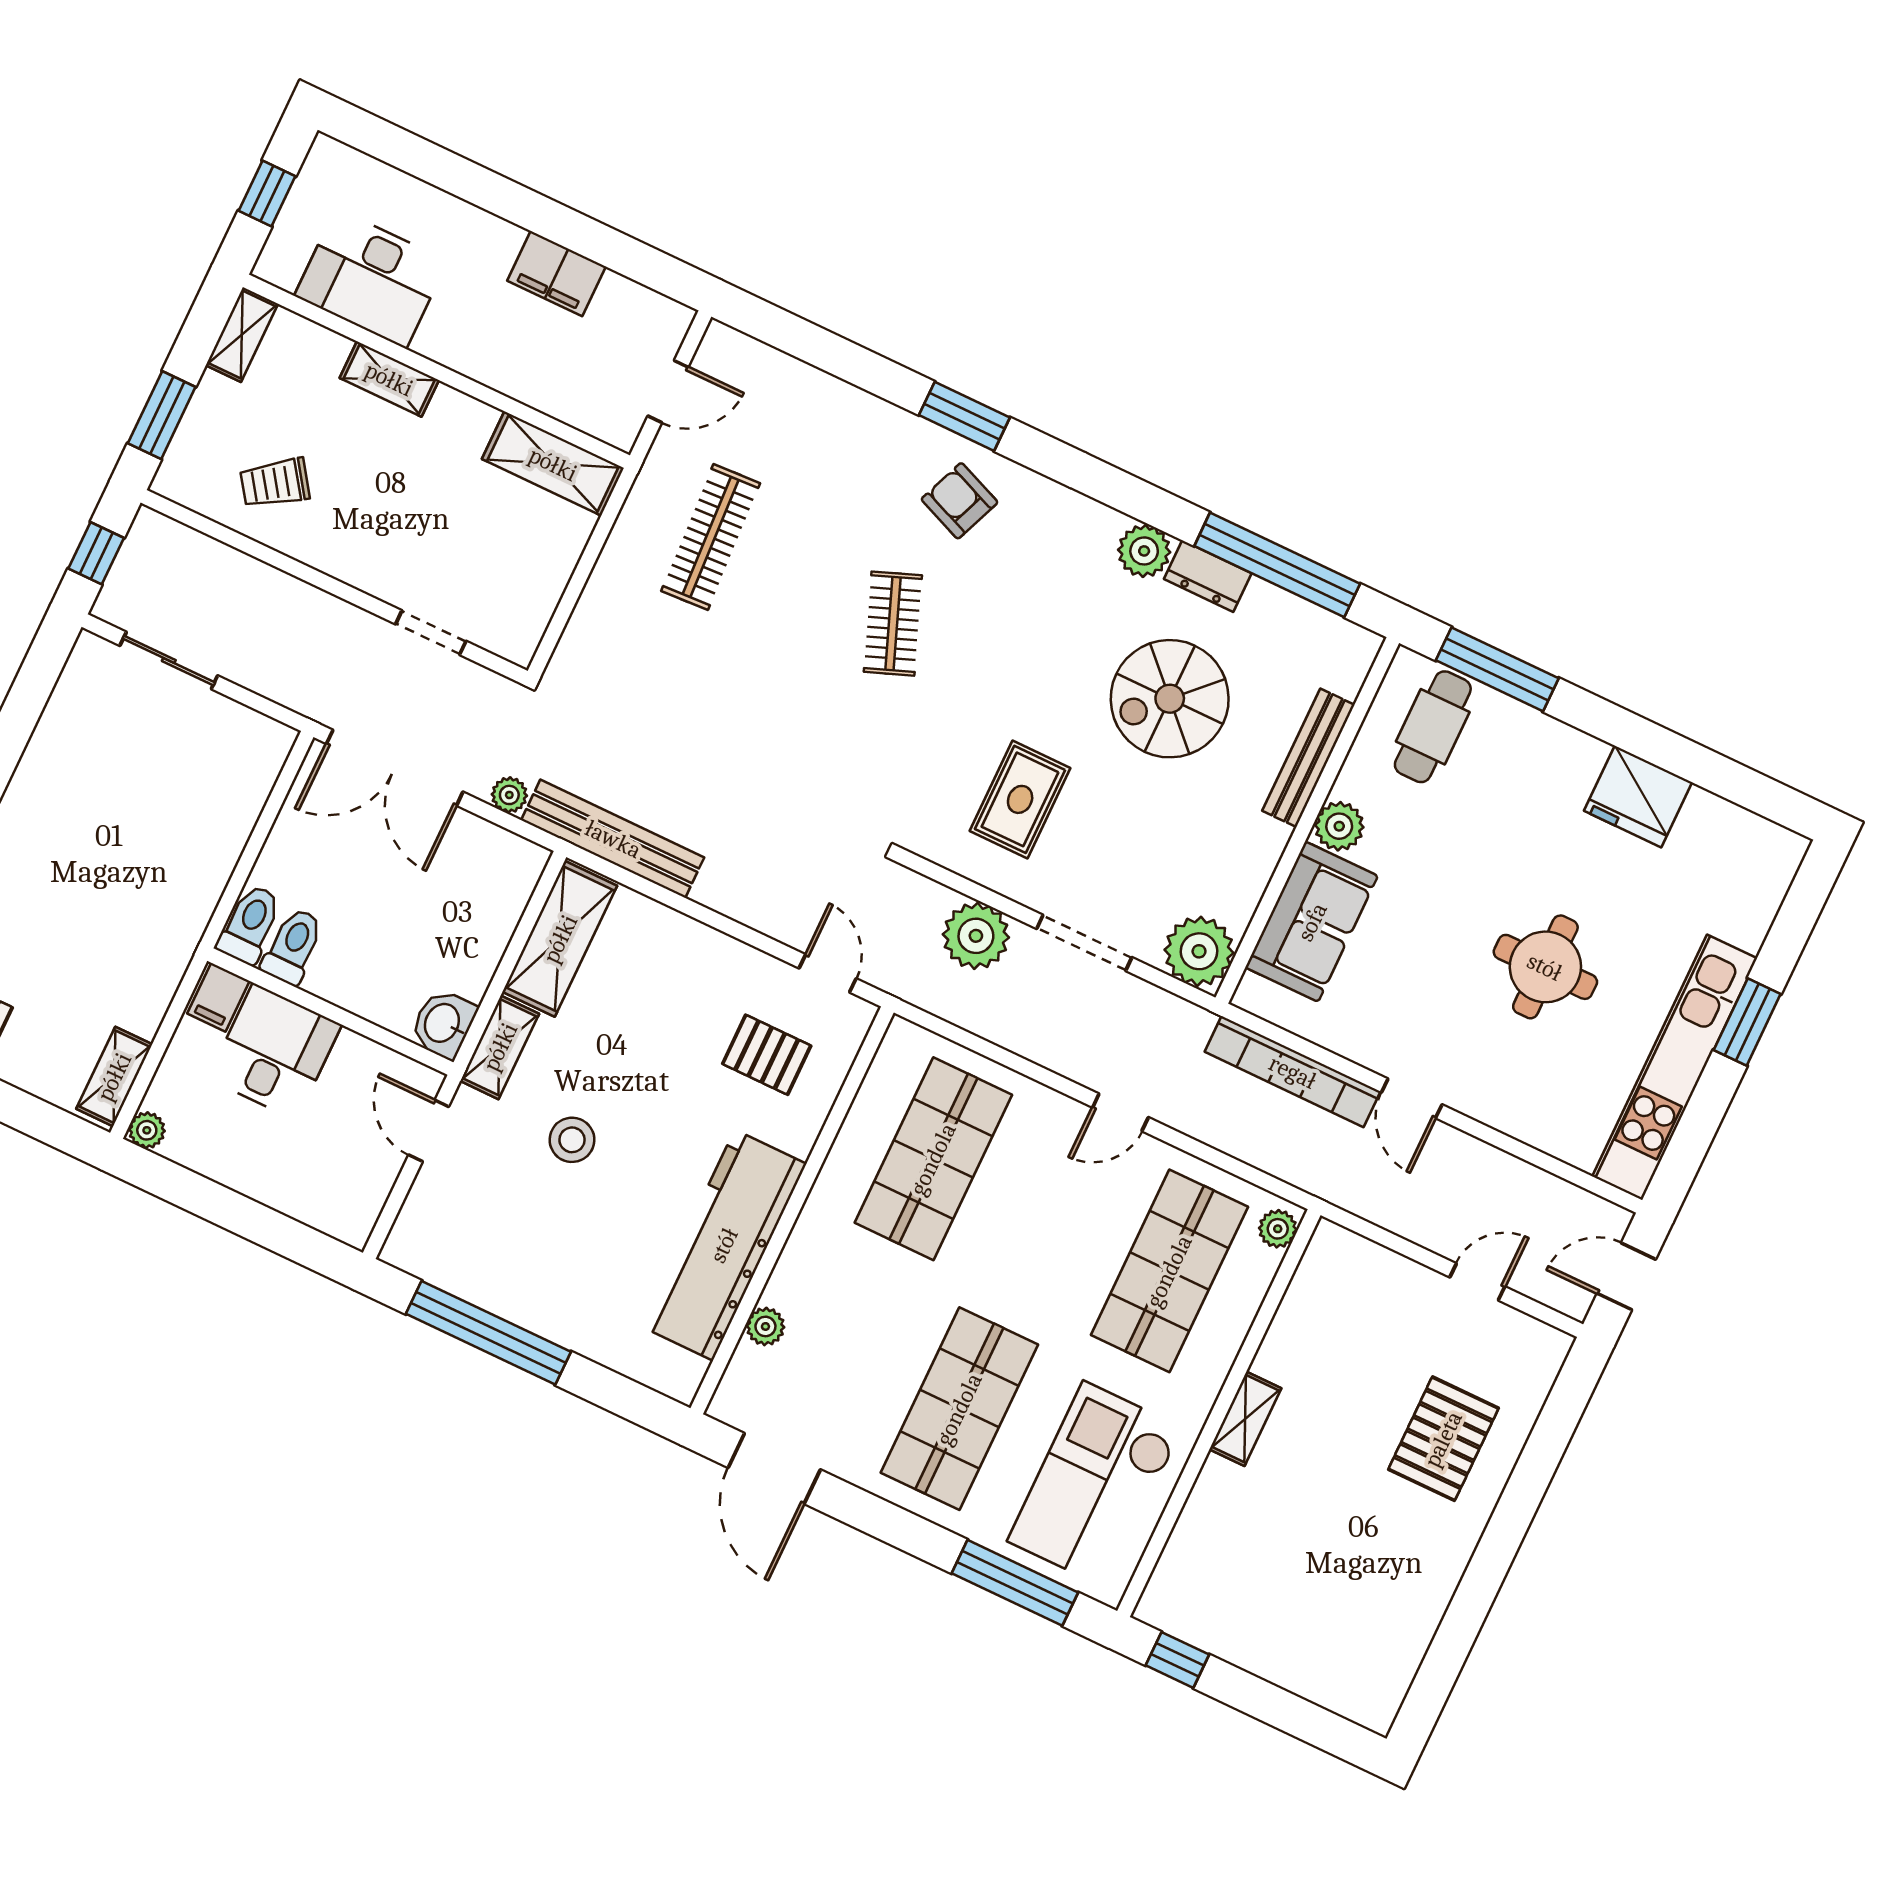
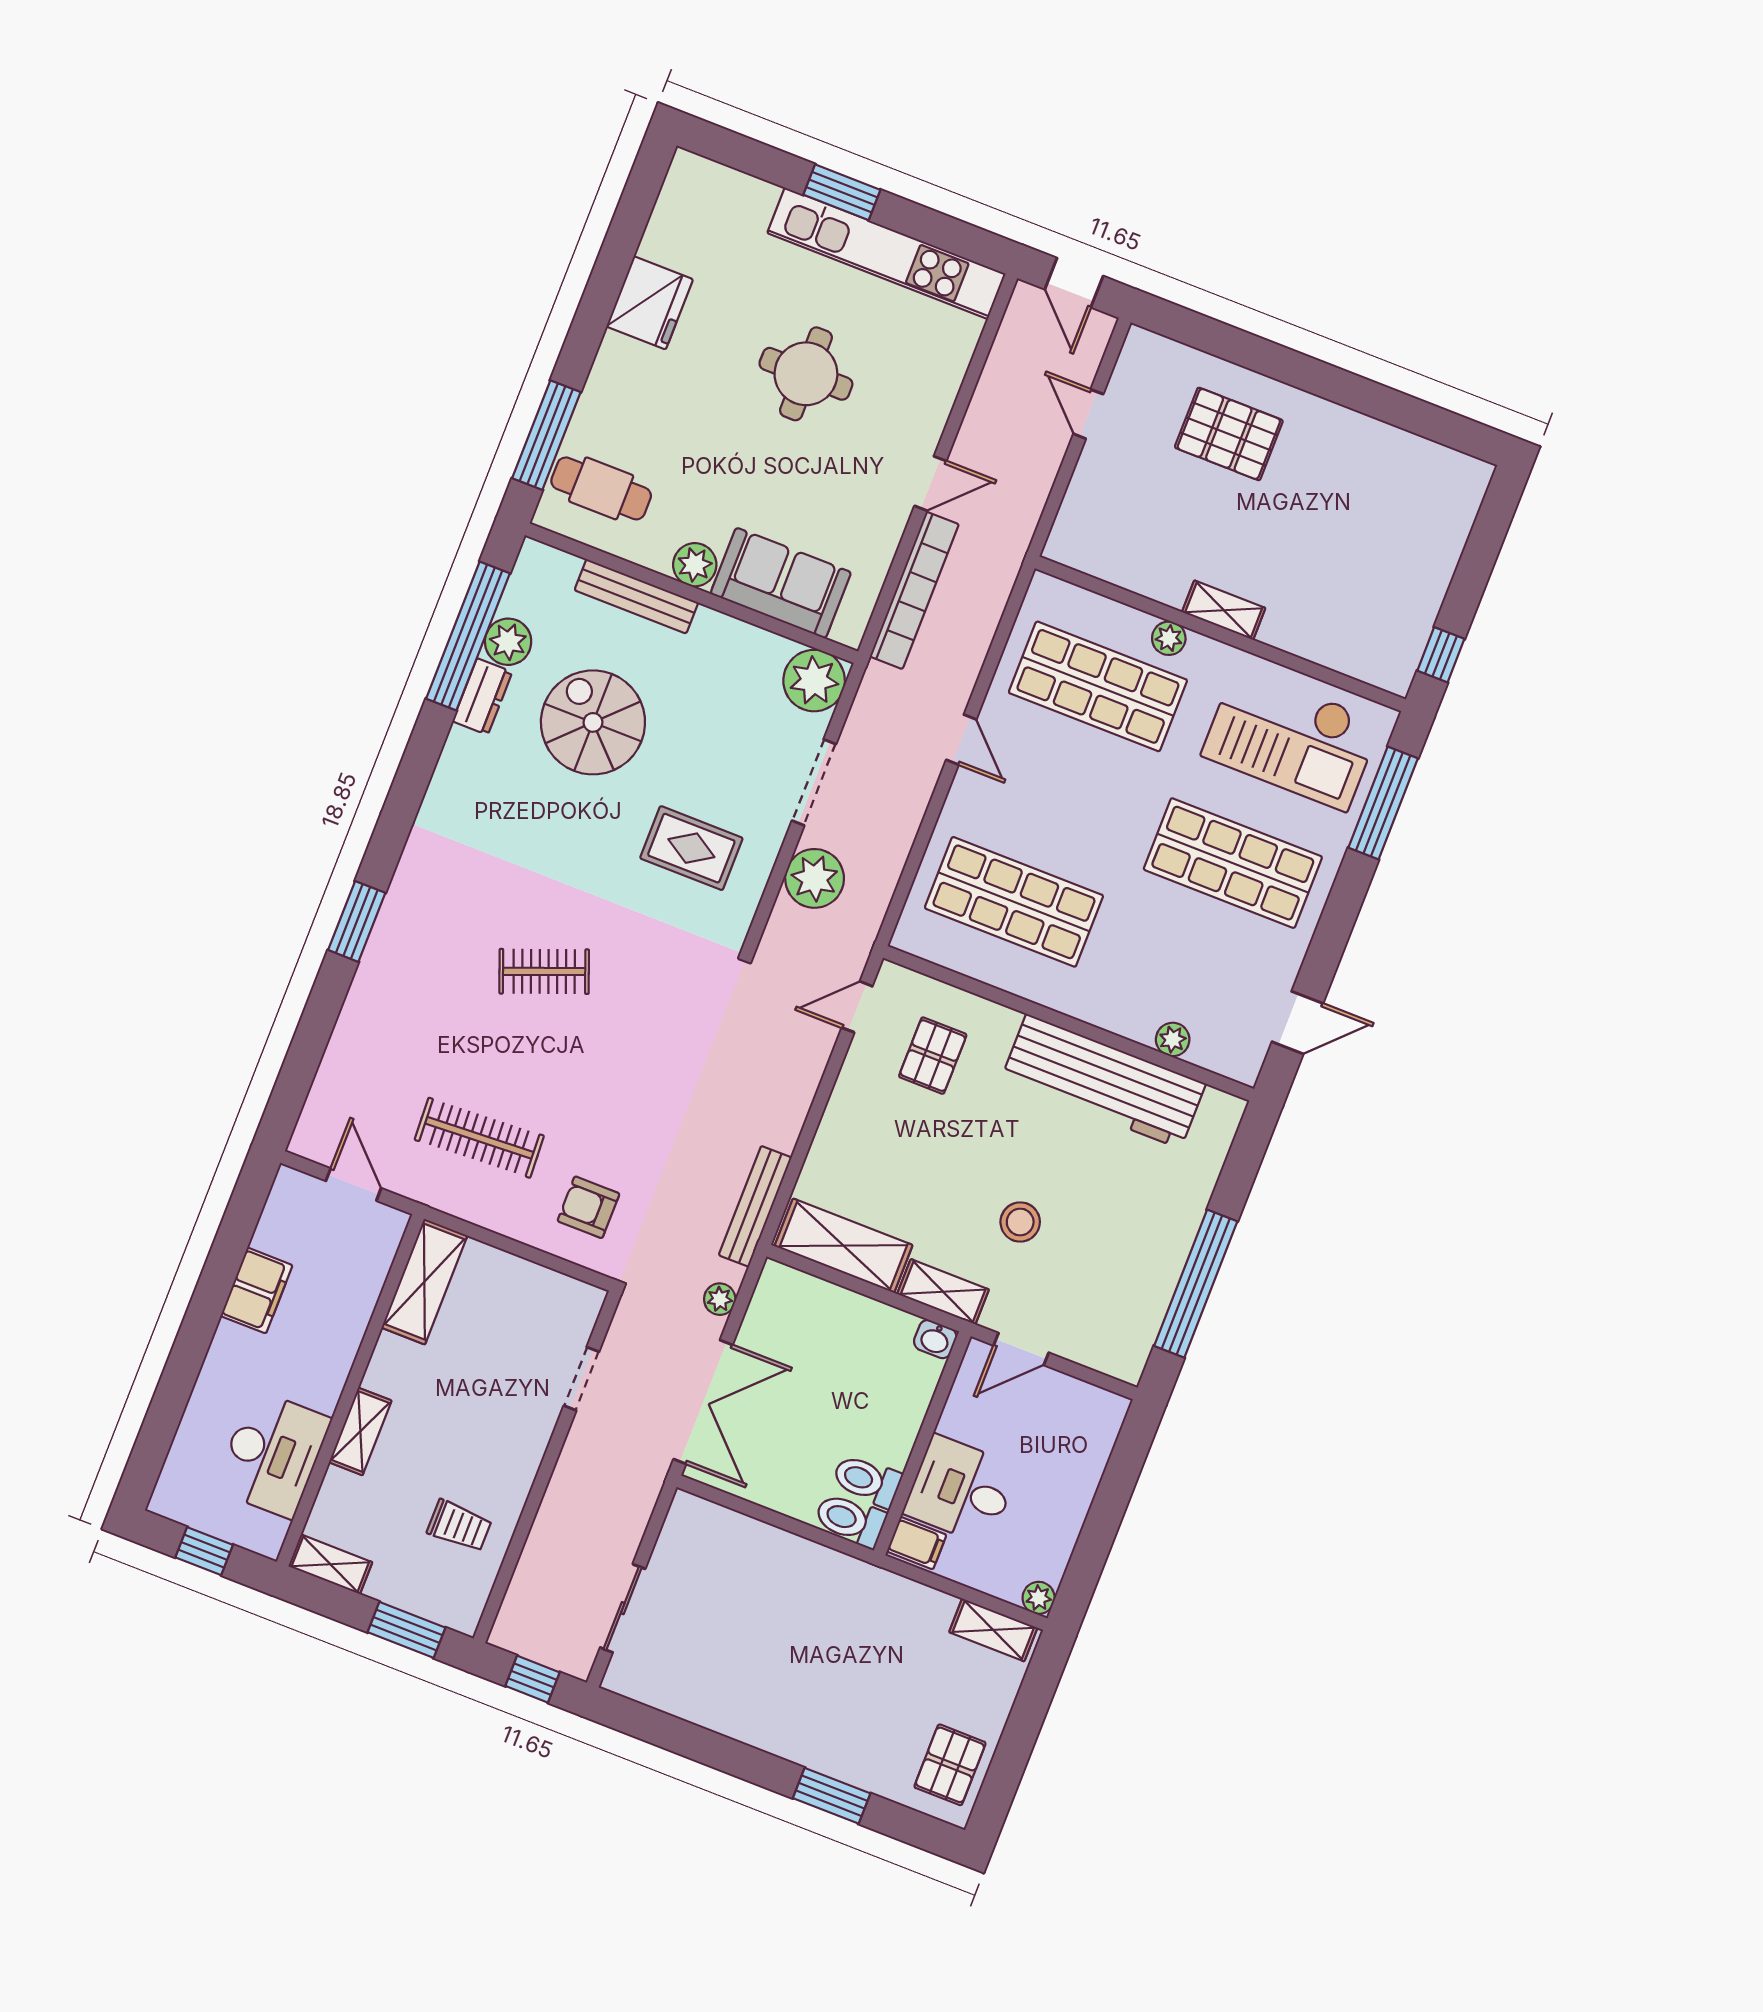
trolley: (275, 483) -> (459, 1526), turned -55
armchair: (960, 501) -> (588, 1207), moved, turned 68
plant: (1144, 551) -> (508, 642), moved
spiral stairs: (1170, 699) -> (593, 722), turned 180
bench: (613, 839) -> (755, 1206), width x0.73, depth x0.82
washbasin: (443, 1024) -> (935, 1339), width x0.72, depth x0.69
plant: (1278, 1229) -> (1169, 638), moved
door: (774, 1469) -> (1297, 1023), width x0.73

